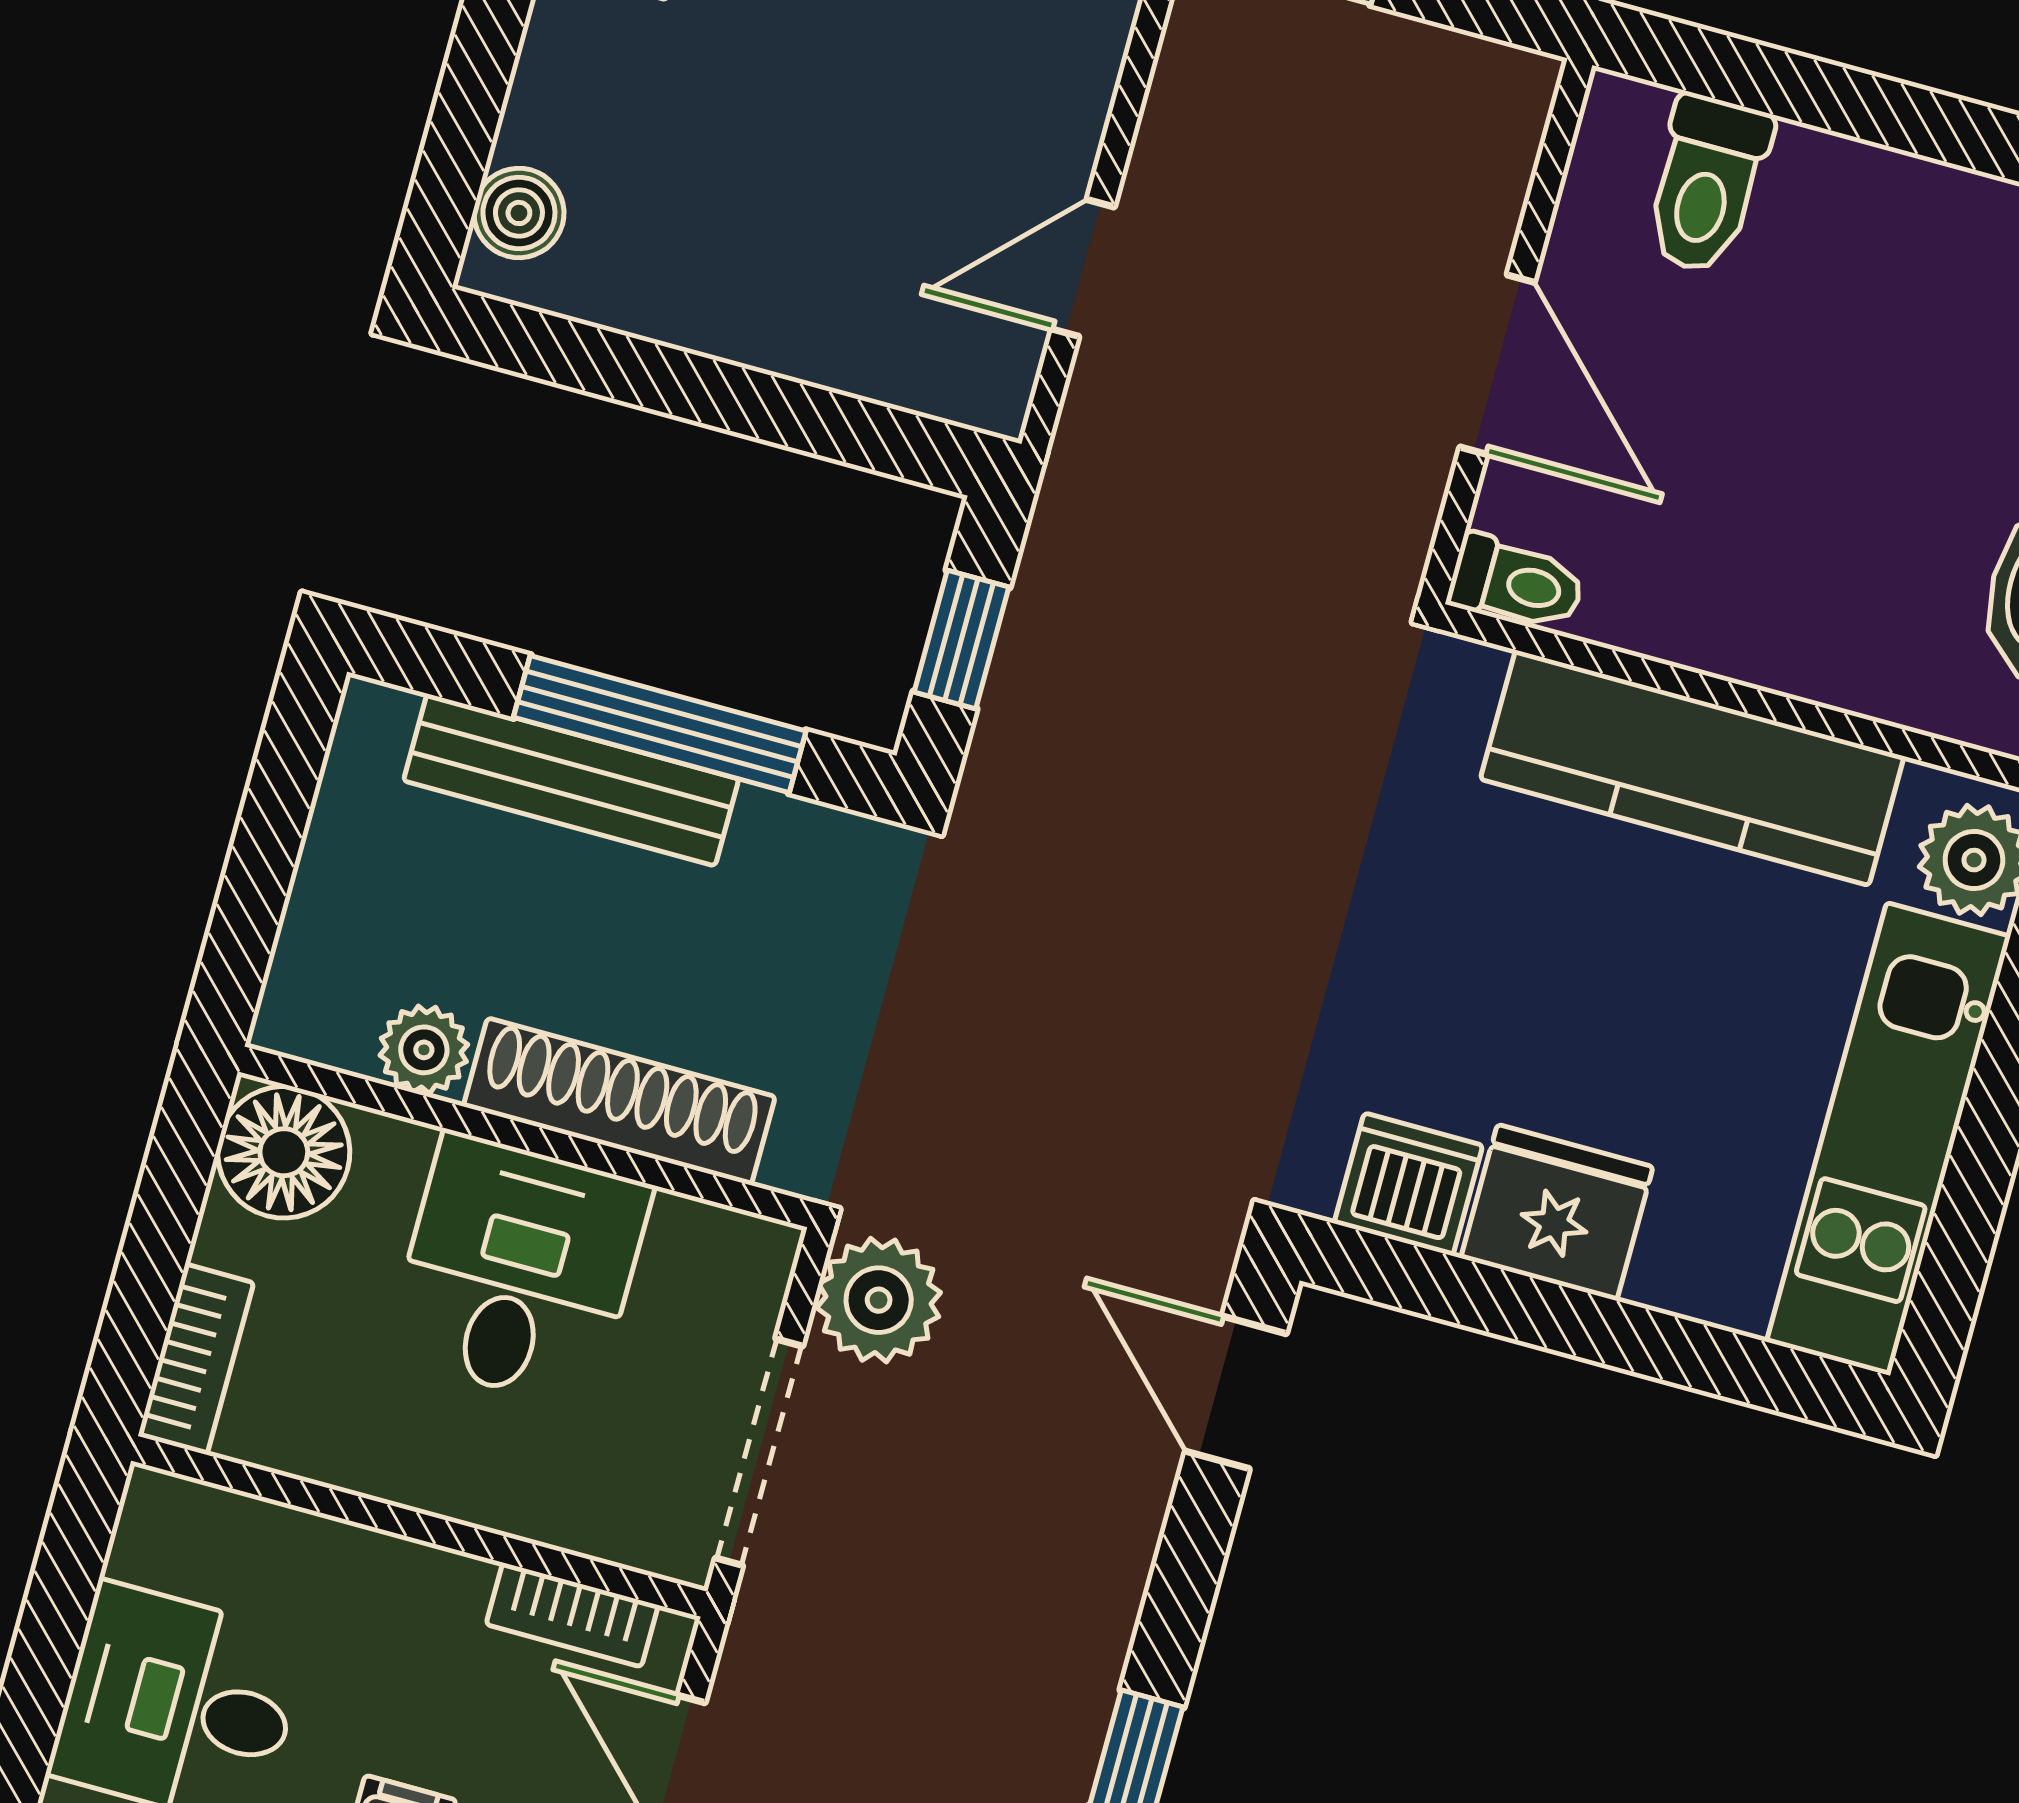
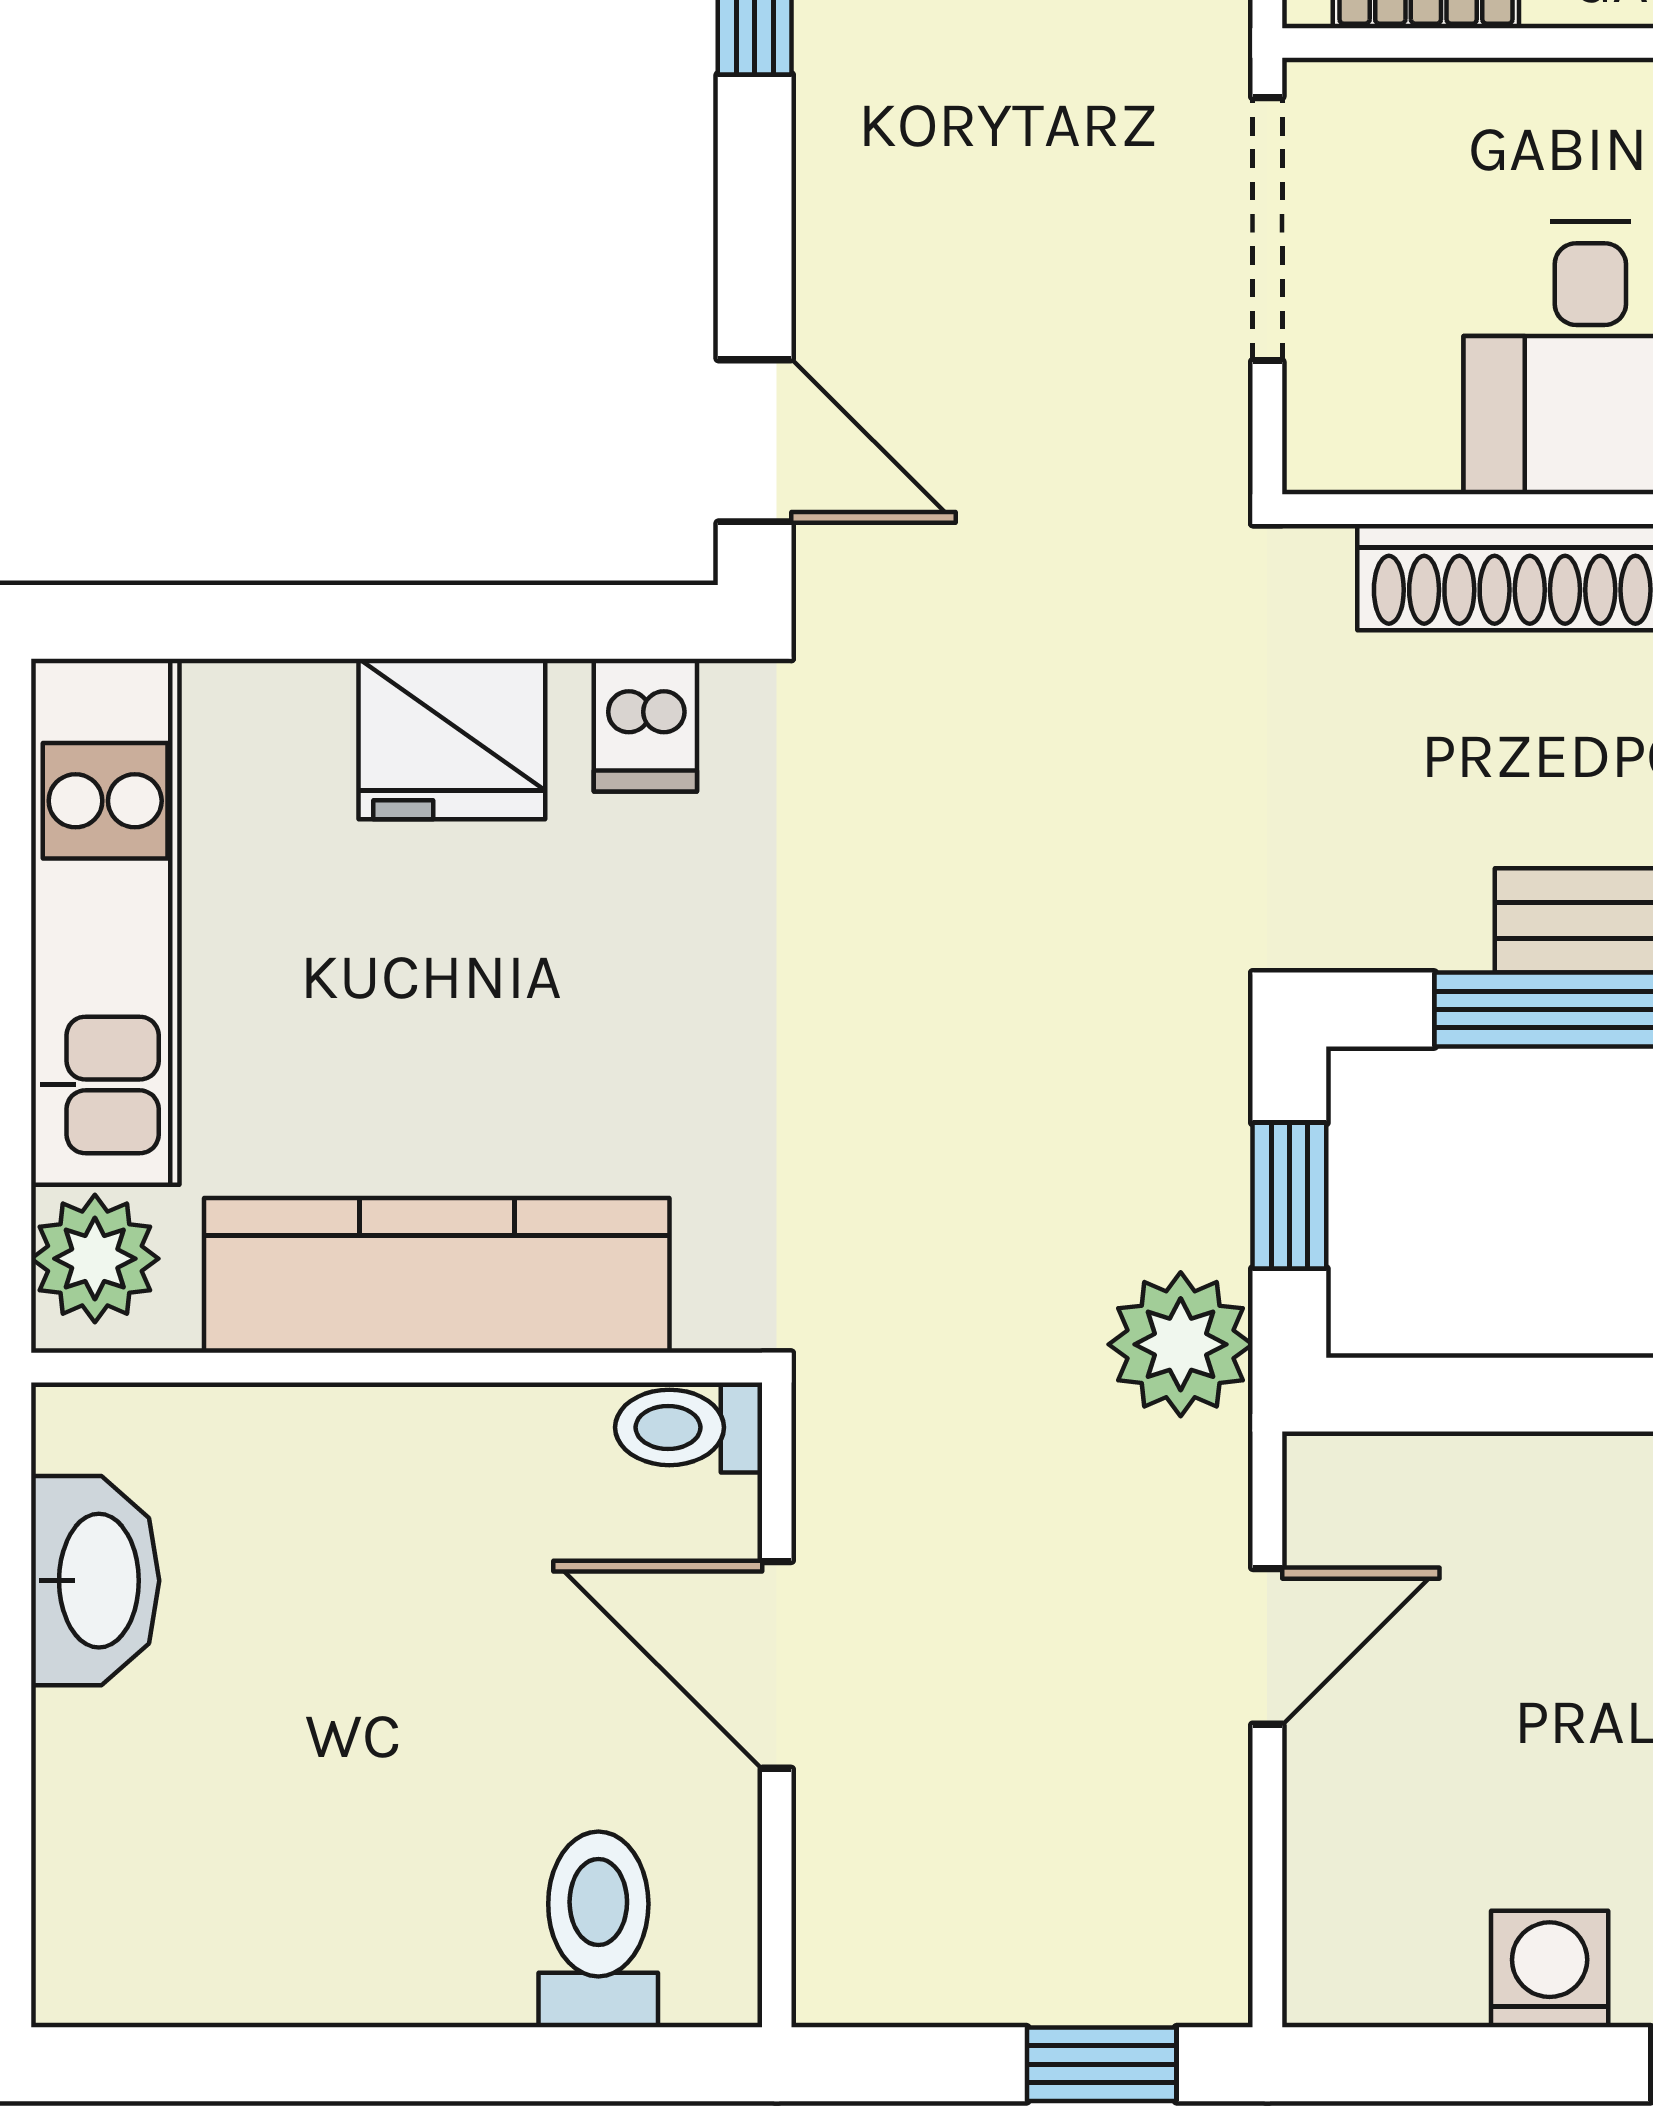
dishwasher: (1408, 1184) -> (645, 725), width x0.73
plant: (879, 1300) -> (1181, 1344), moved

